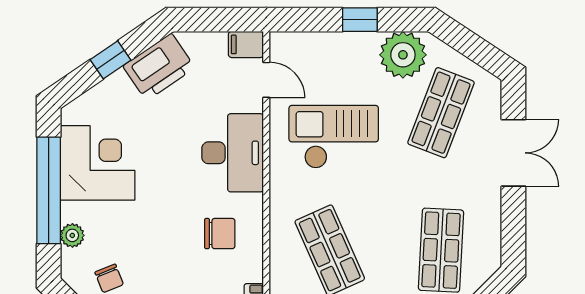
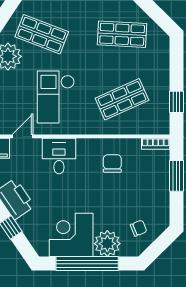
desk: (233, 153) -> (59, 156), width x0.73
plant: (72, 235) -> (107, 244), width x1.88, depth x1.88

